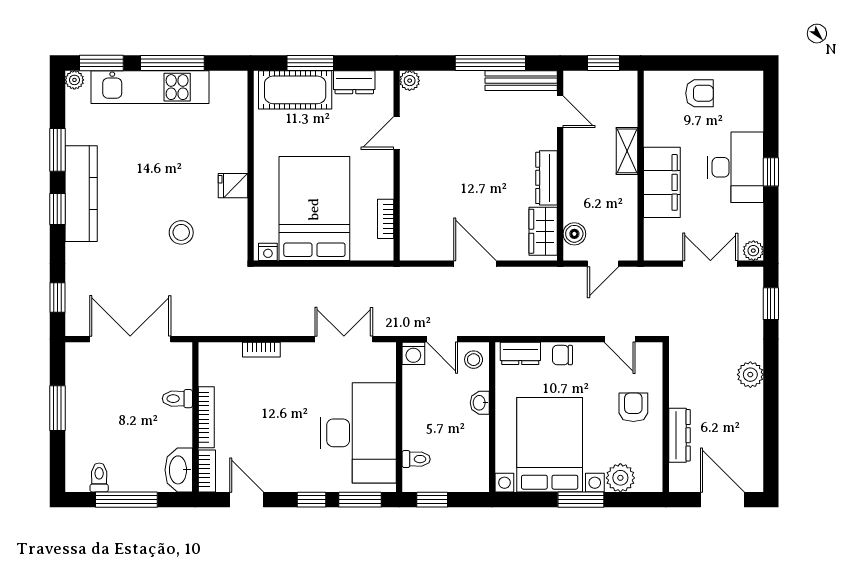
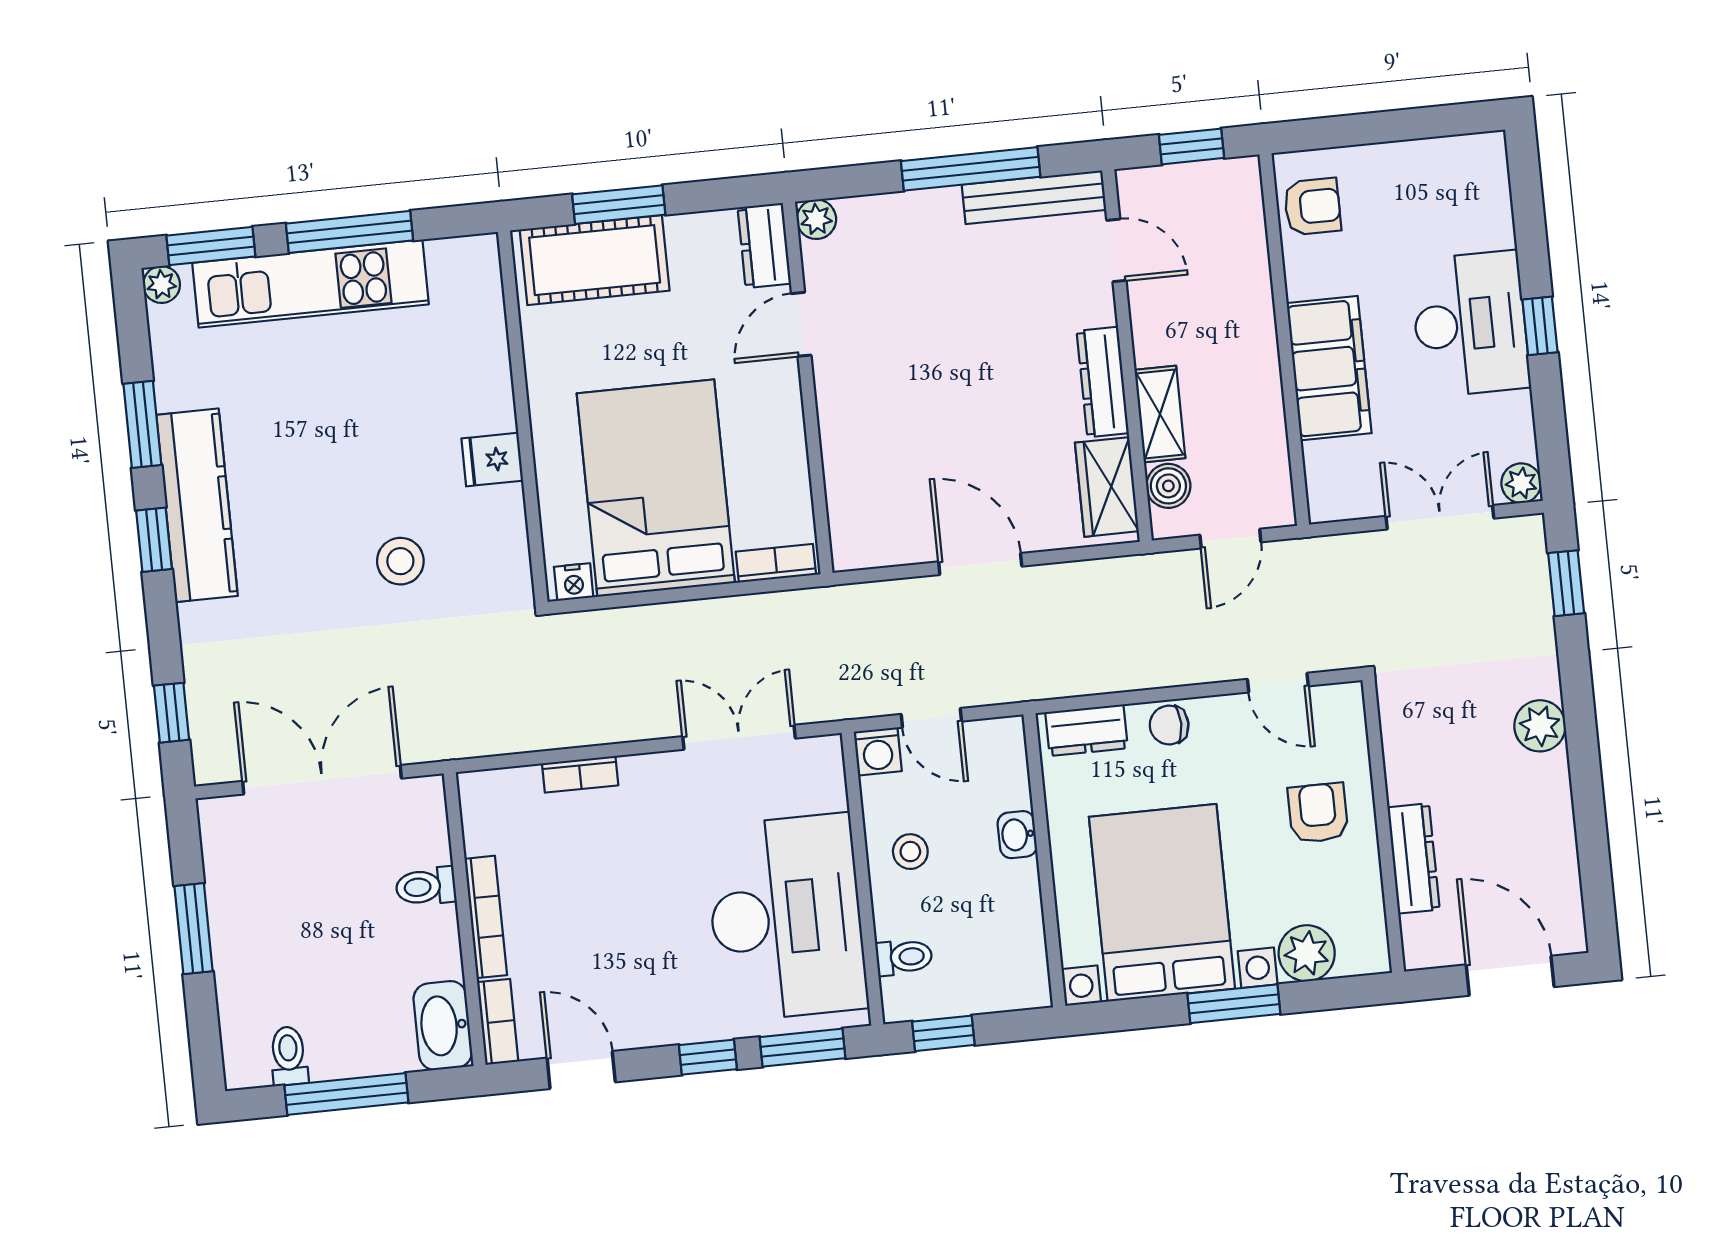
dresser: (354, 82) -> (764, 246), moved, turned 90
armchair: (700, 93) -> (1312, 207), moved
shelving: (627, 151) -> (1160, 414), moved
bookcase: (386, 219) -> (776, 563), moved, turned 90
stool: (474, 360) -> (910, 852), moved

